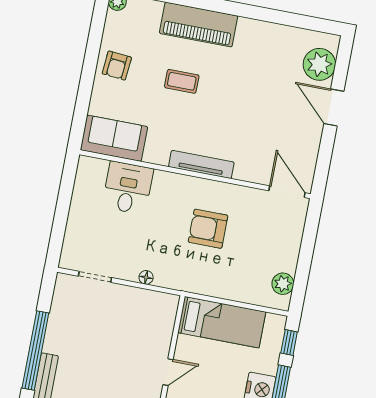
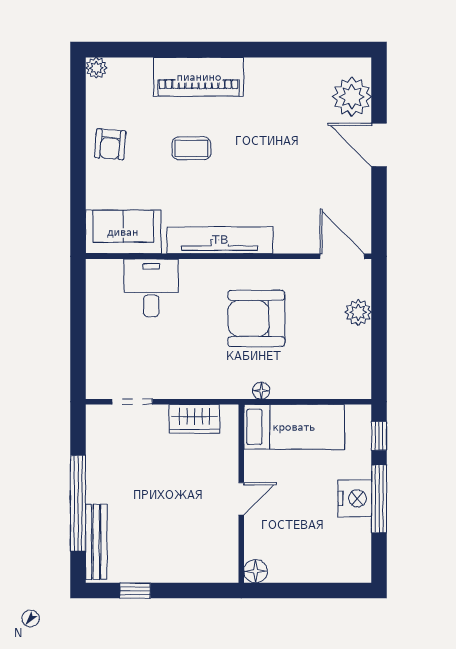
tv unit: (201, 164) -> (220, 240), width x1.36, depth x1.29
armchair: (208, 229) -> (256, 318), width x1.36, depth x1.36
floor lamp: (146, 277) -> (261, 391), moved
plant: (283, 284) -> (358, 312), moved
wardrobe: (143, 300) -> (194, 419), added

